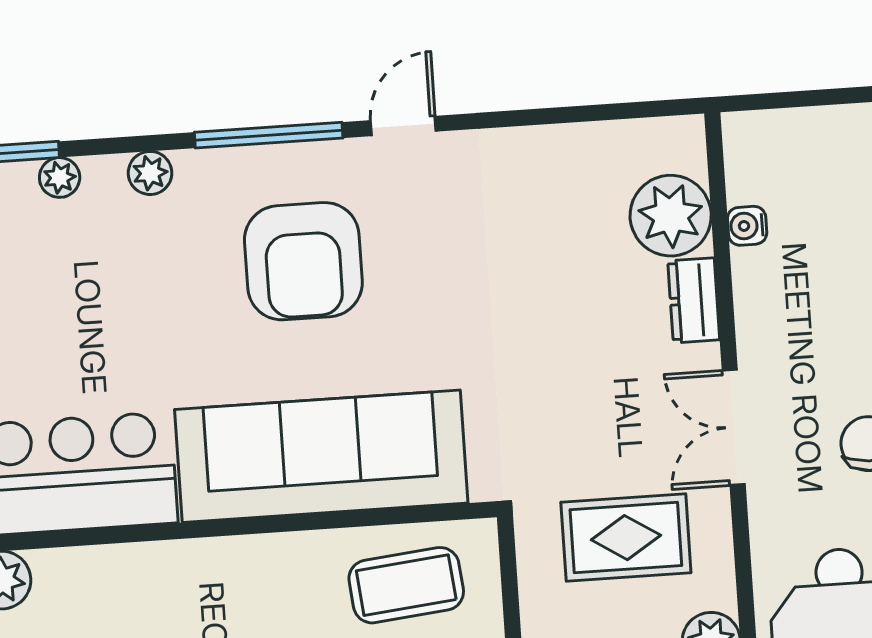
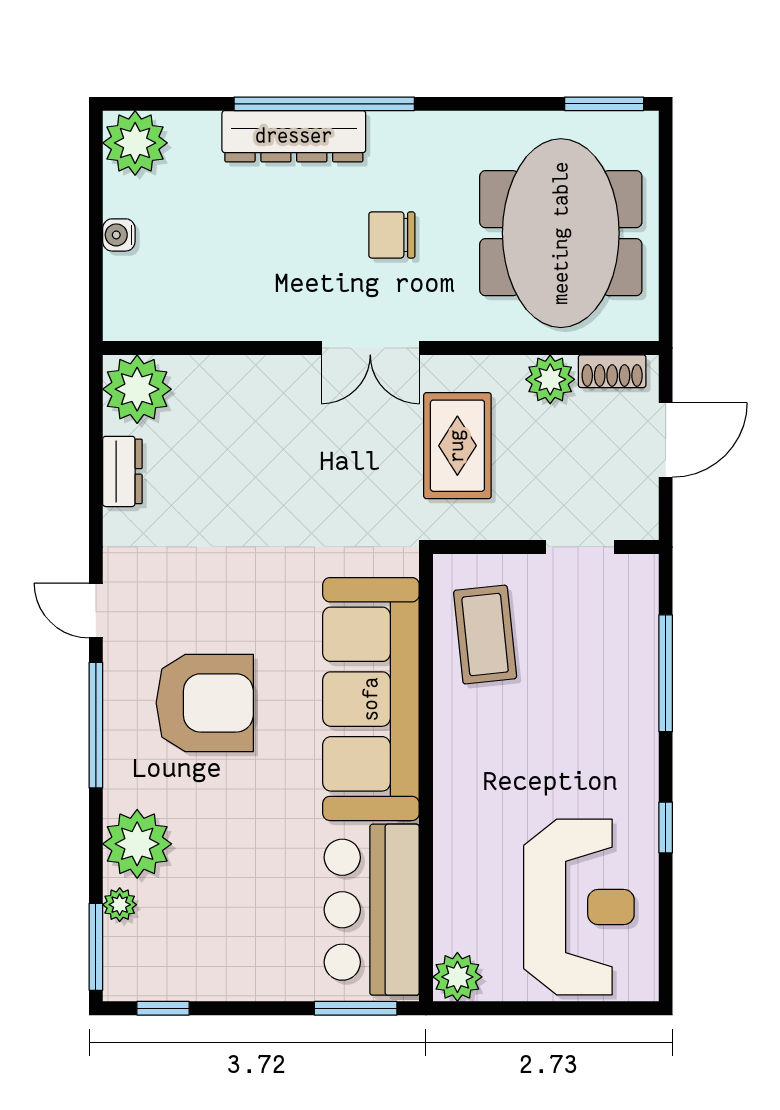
plant: (150, 173) -> (137, 844), width x1.88, depth x1.88
plant: (671, 216) -> (137, 389), moved
water cooler: (747, 226) -> (119, 235), moved, turned 90
dresser: (694, 300) -> (122, 471), moved, turned -90

